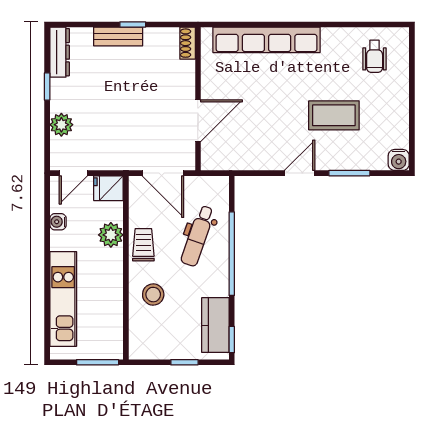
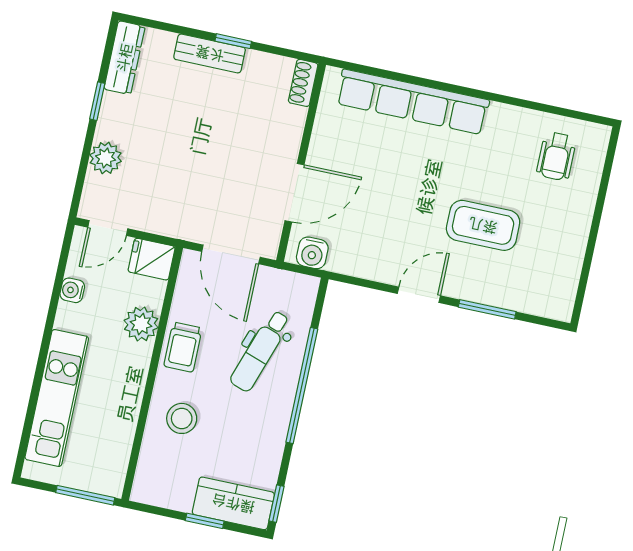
water cooler: (399, 160) -> (312, 253), moved
trolley: (143, 245) -> (183, 347), turned 180
kitchen counter: (215, 325) -> (233, 503), moved, turned 90

